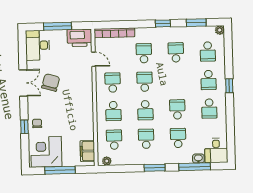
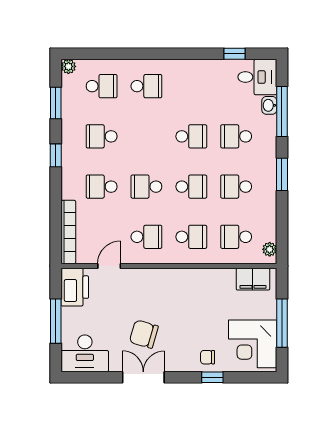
school desk: (113, 83) -> (146, 237), turned 180
window: (229, 86) -> (234, 54), moved
school desk: (177, 109) -> (191, 136), turned 180
school desk: (209, 109) -> (191, 86), removed

